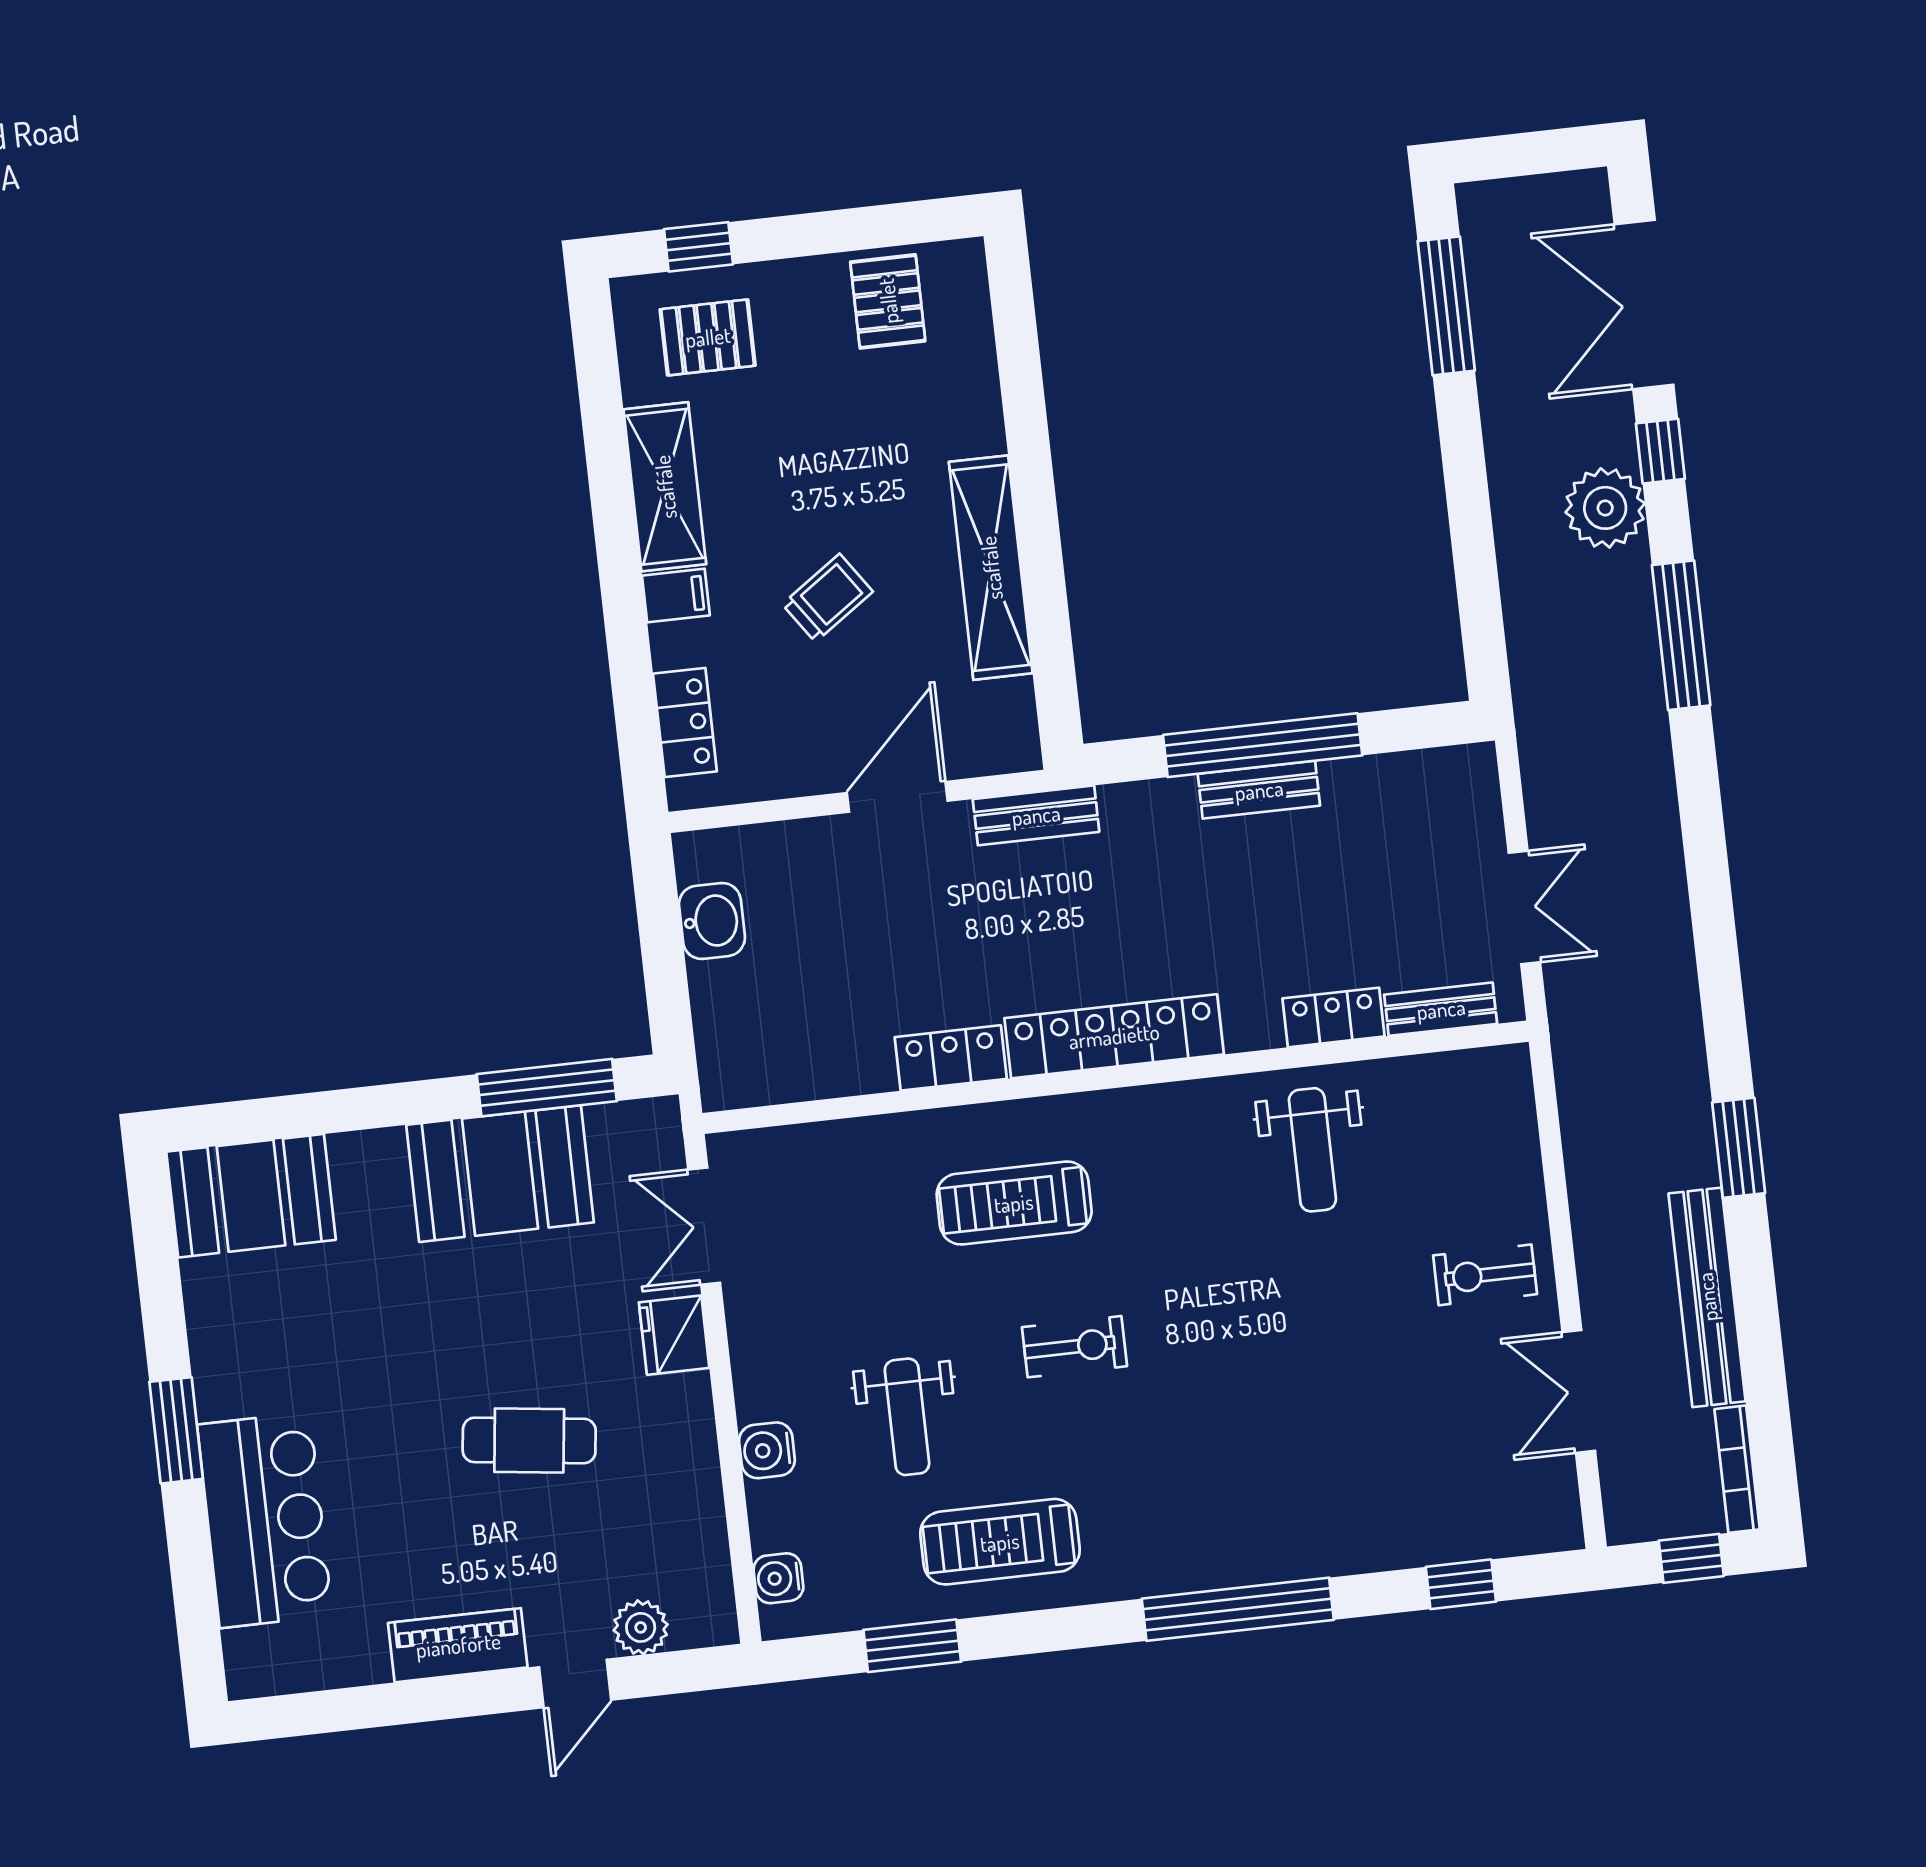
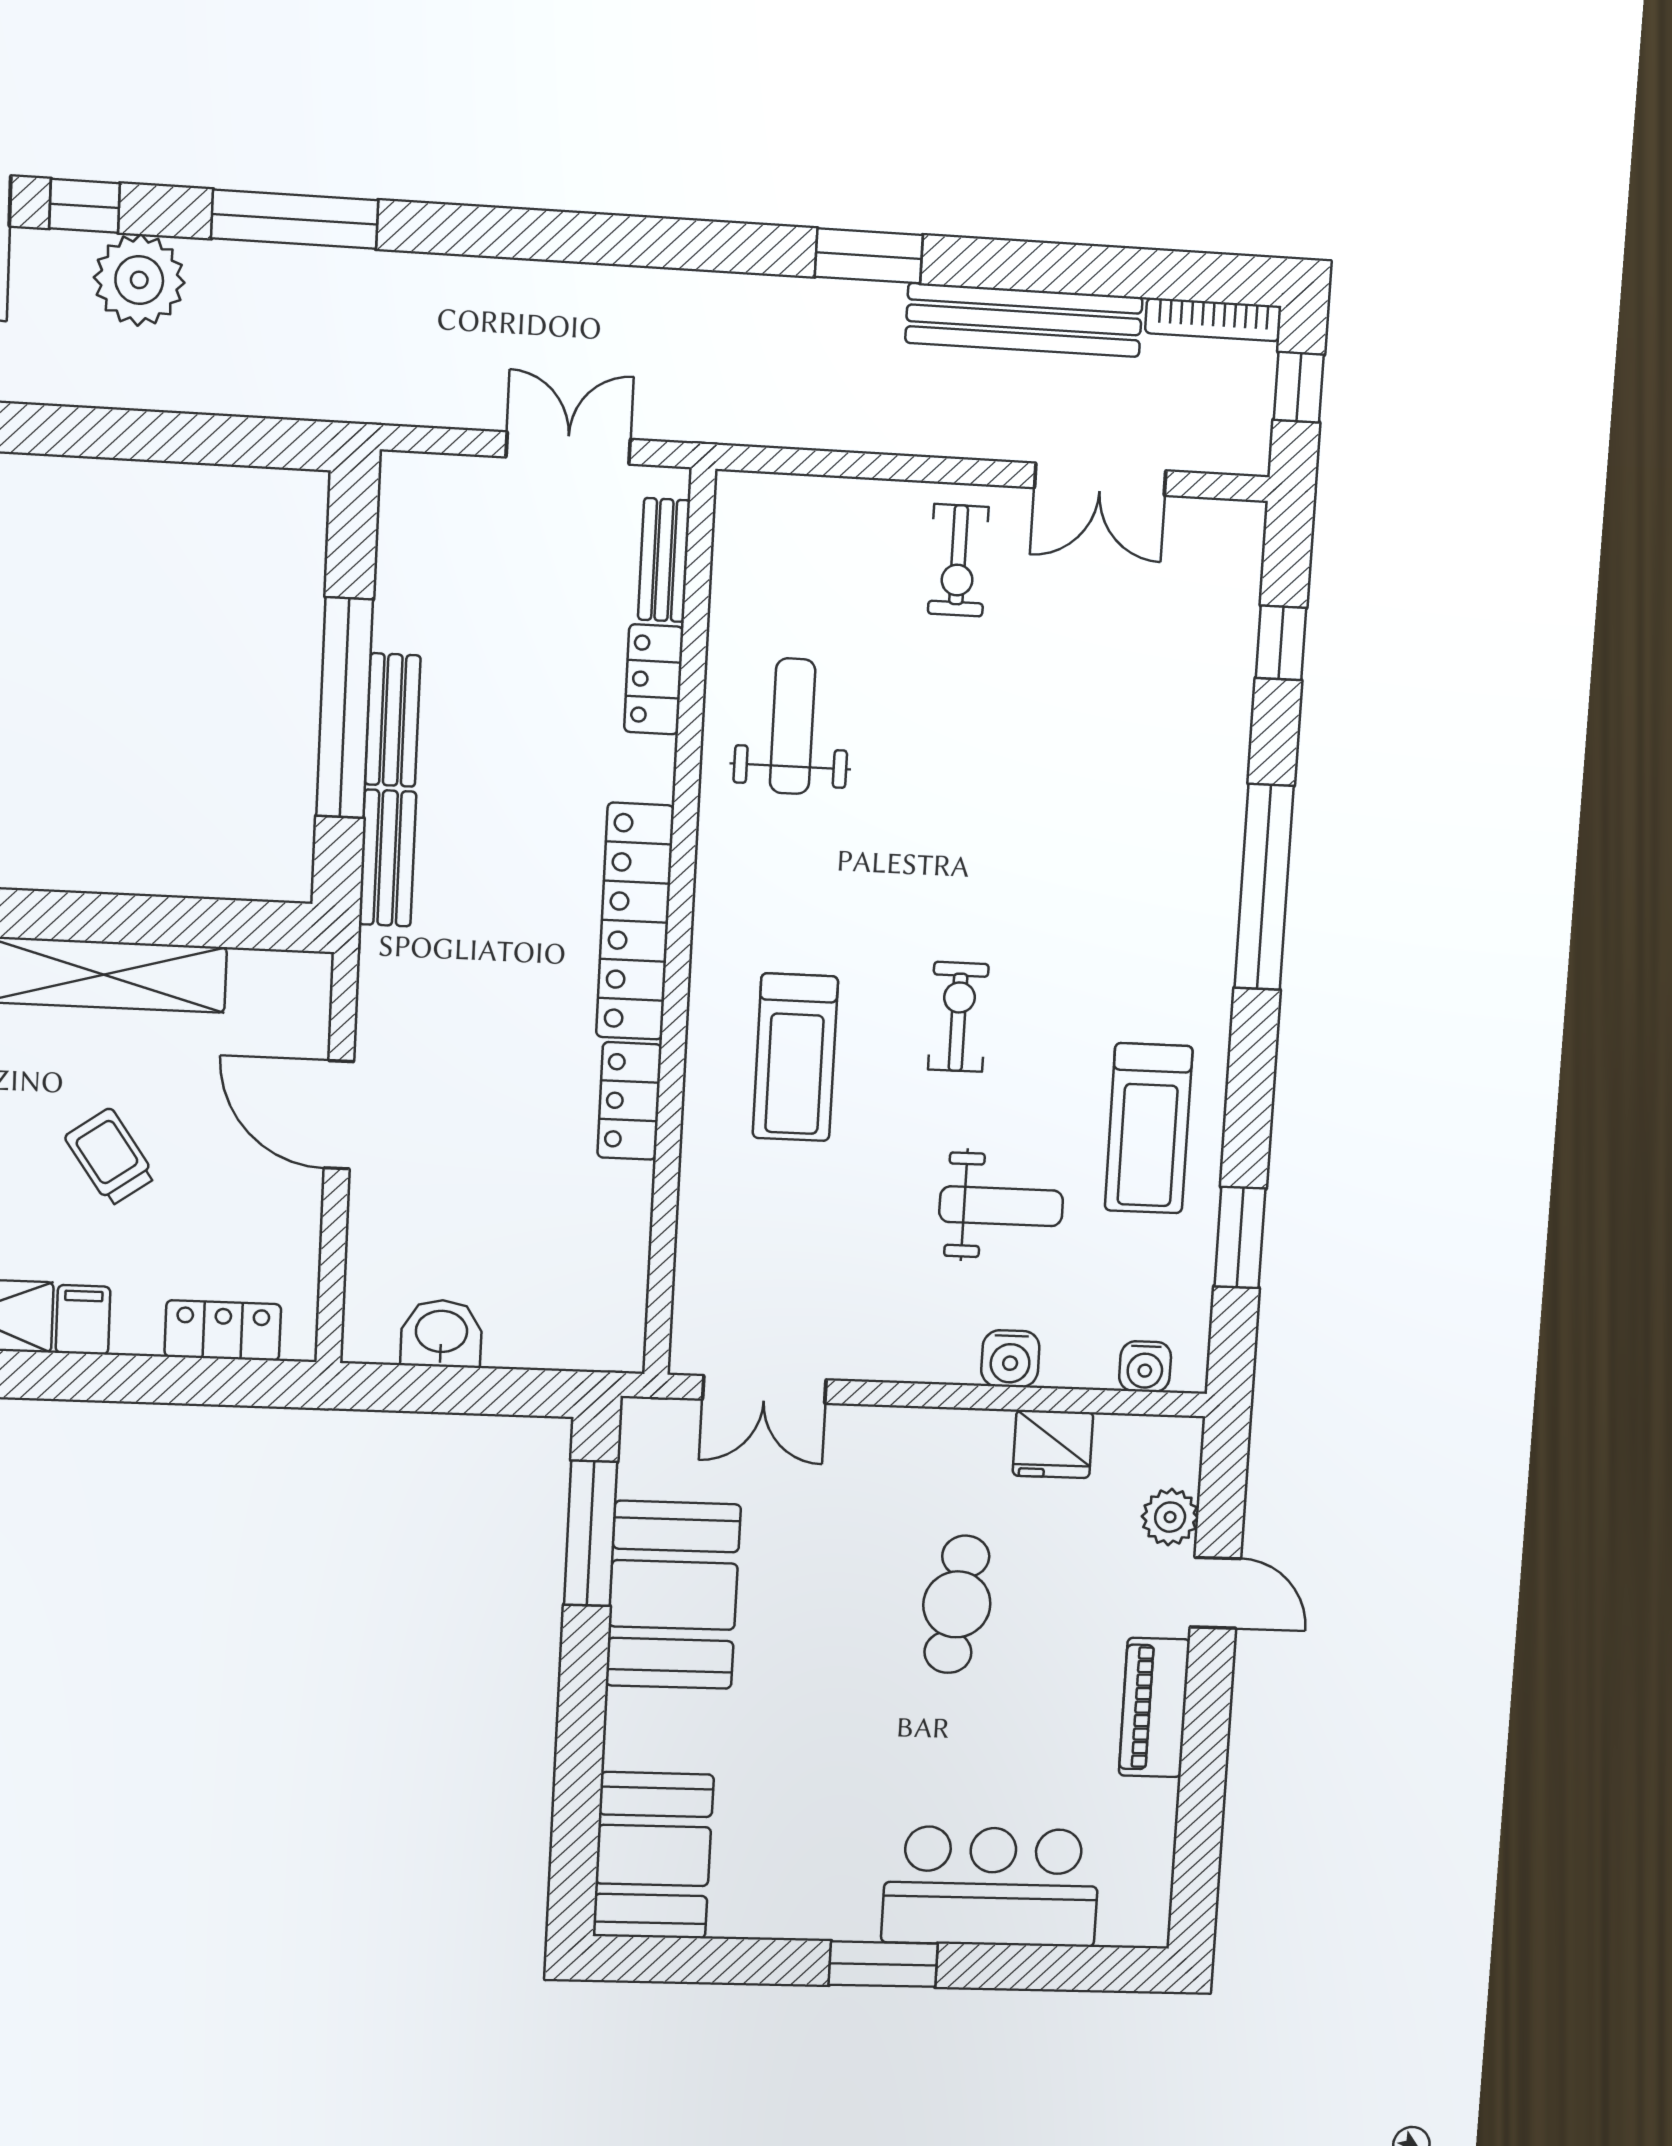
bench: (1036, 815) -> (388, 858), moved
weight bench: (1312, 1150) -> (793, 726), turned -90
fridge: (674, 1335) -> (1053, 1444), moved

